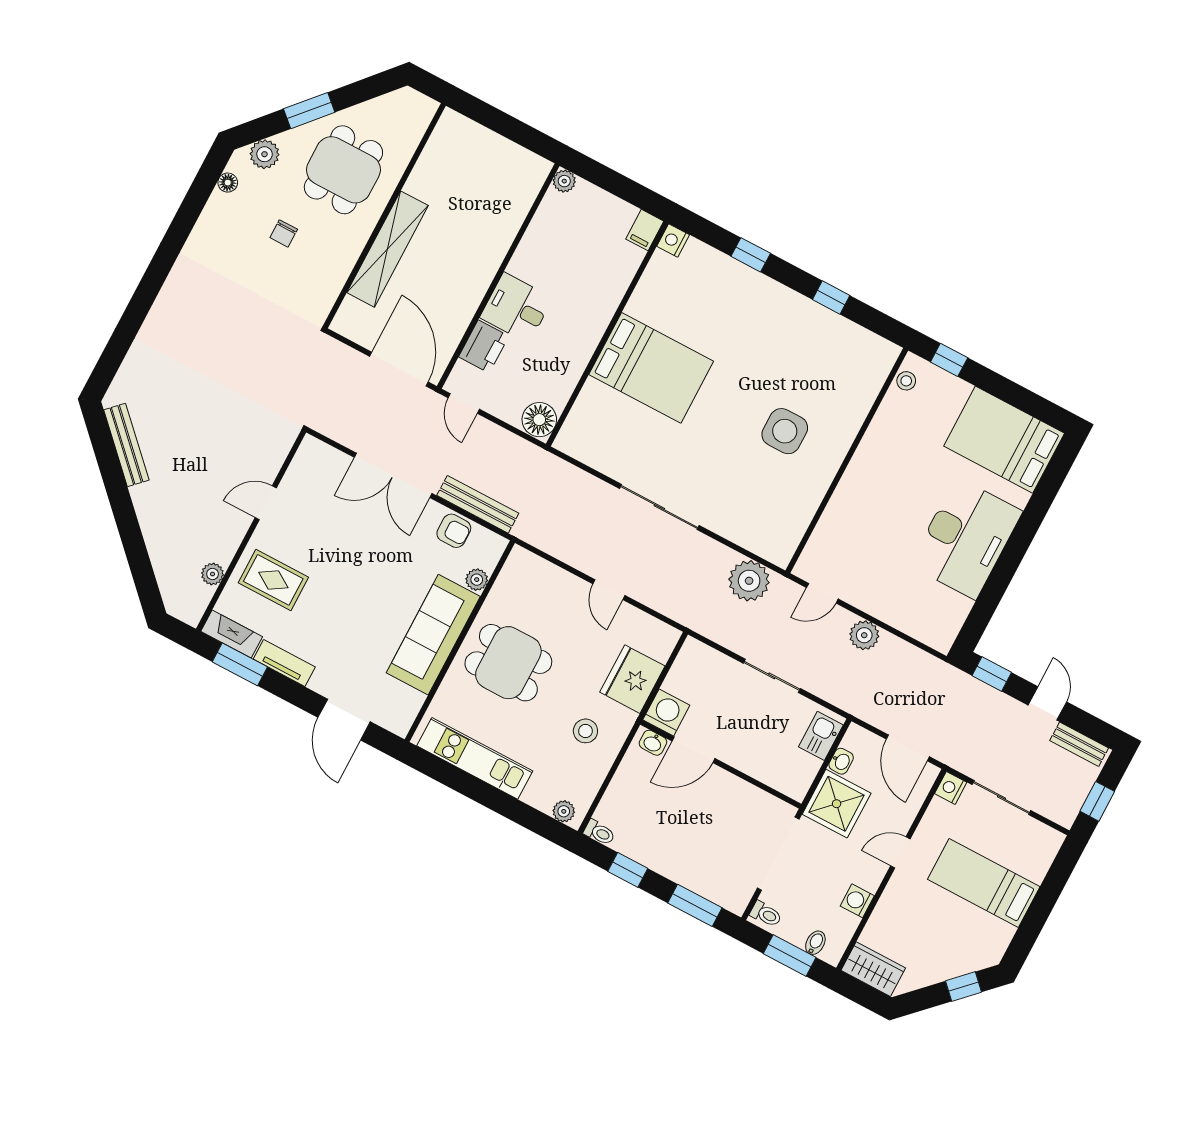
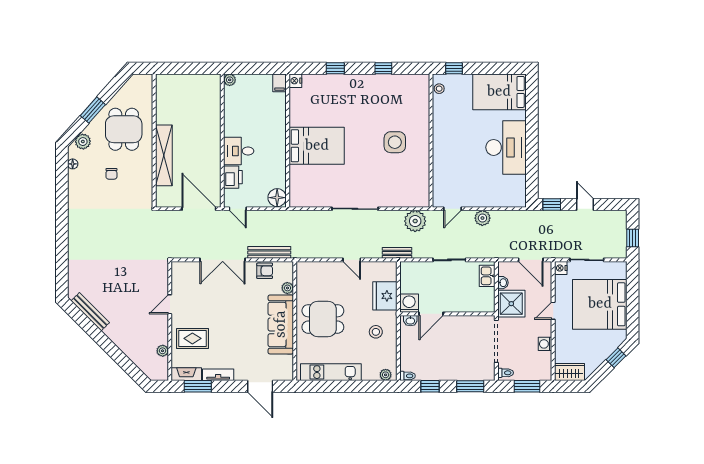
bench: (1079, 744) -> (397, 253), moved
bed: (984, 883) -> (600, 304), width x2.04
bidet: (815, 943) -> (536, 374), removed

